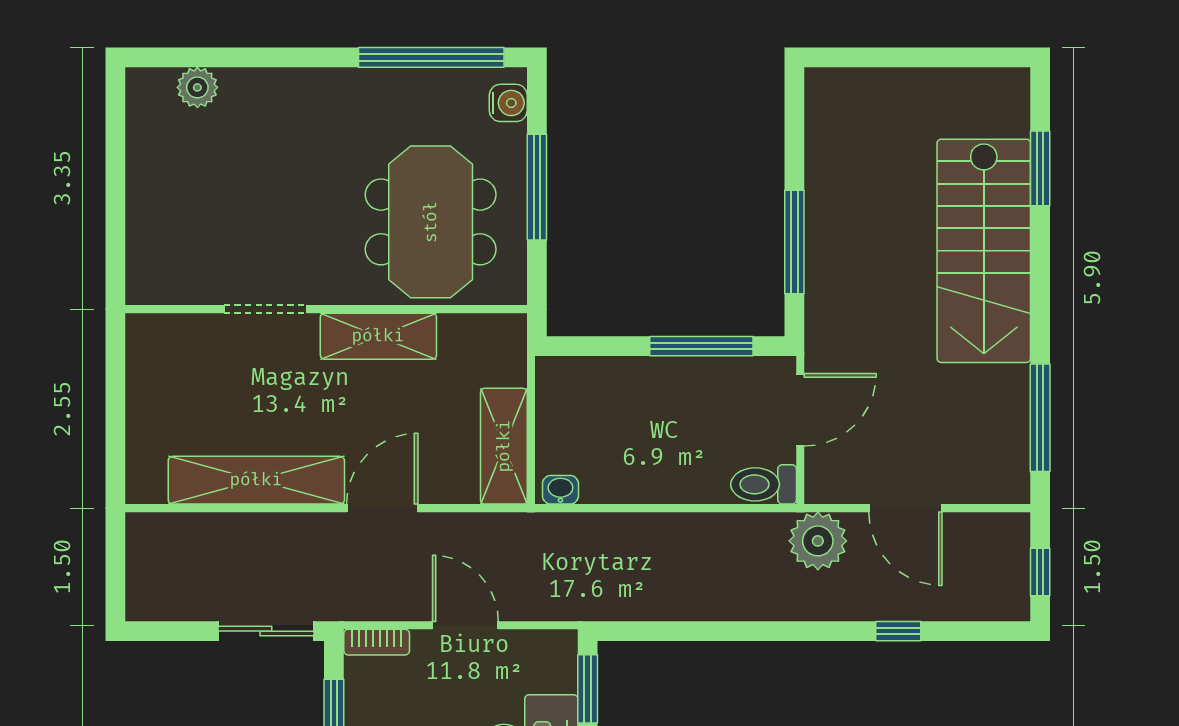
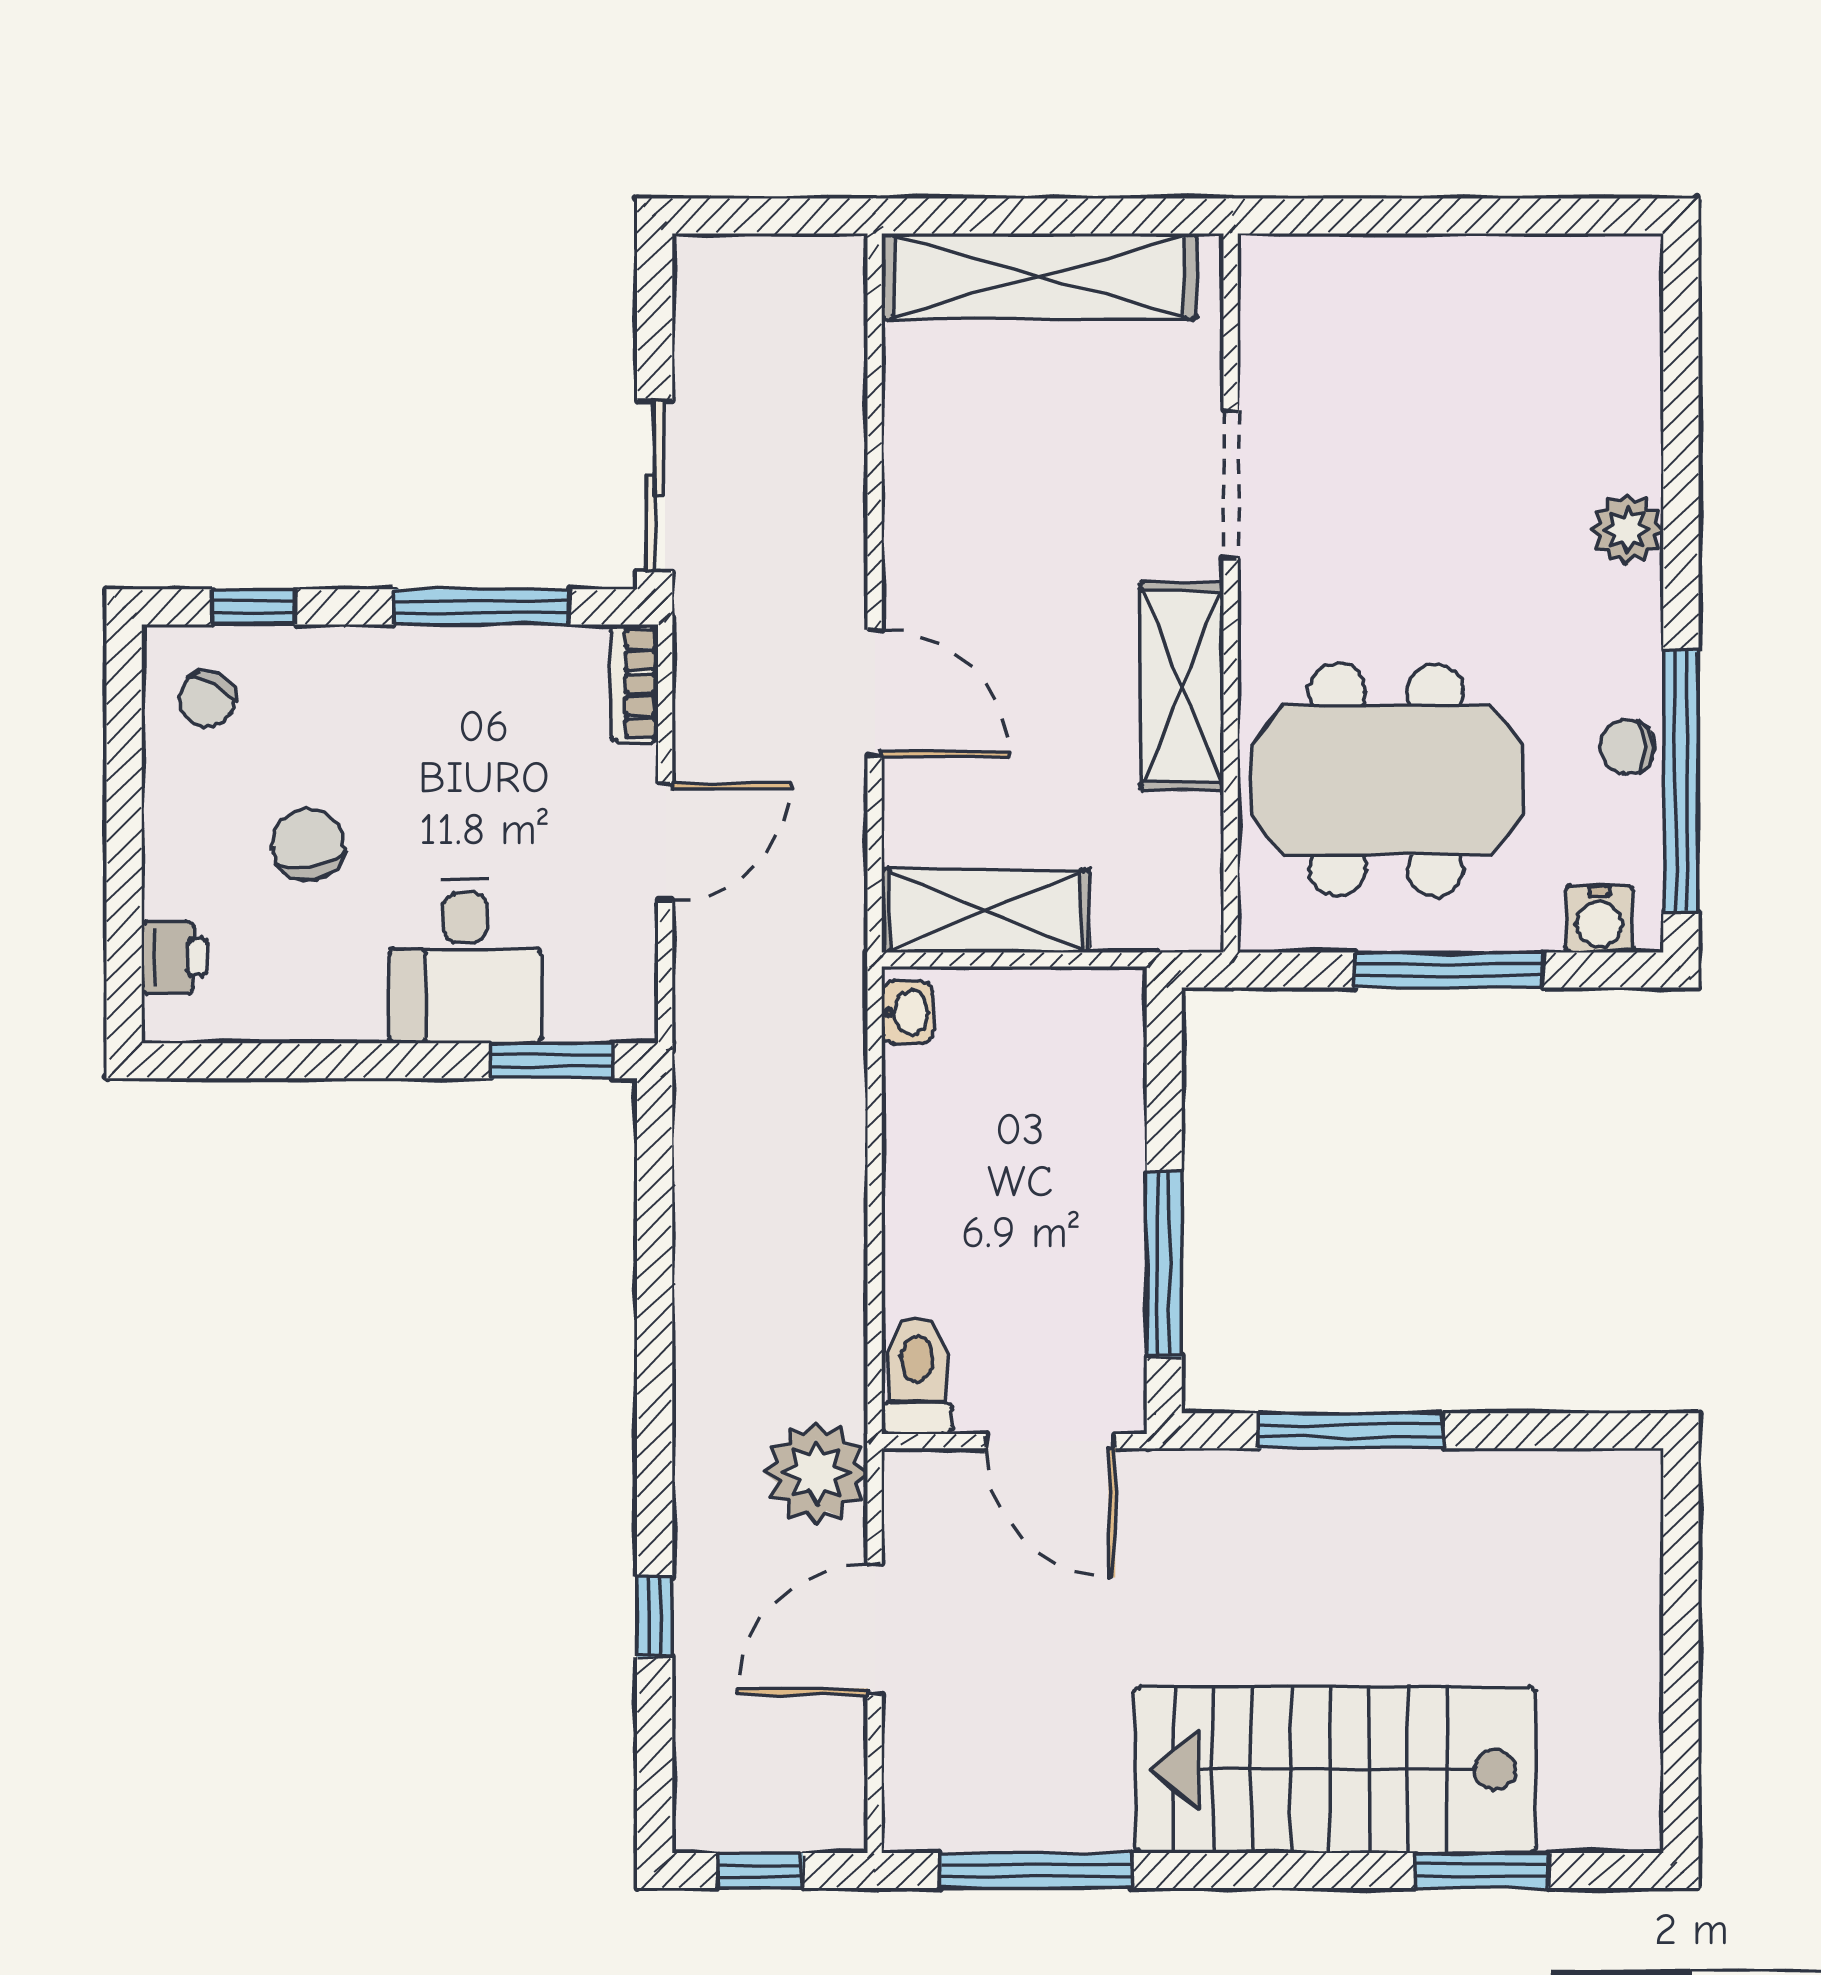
plant: (197, 87) -> (1627, 529), moved
chair: (412, 87) -> (1627, 747), added
shelving: (256, 480) -> (1039, 276), moved, turned 90

